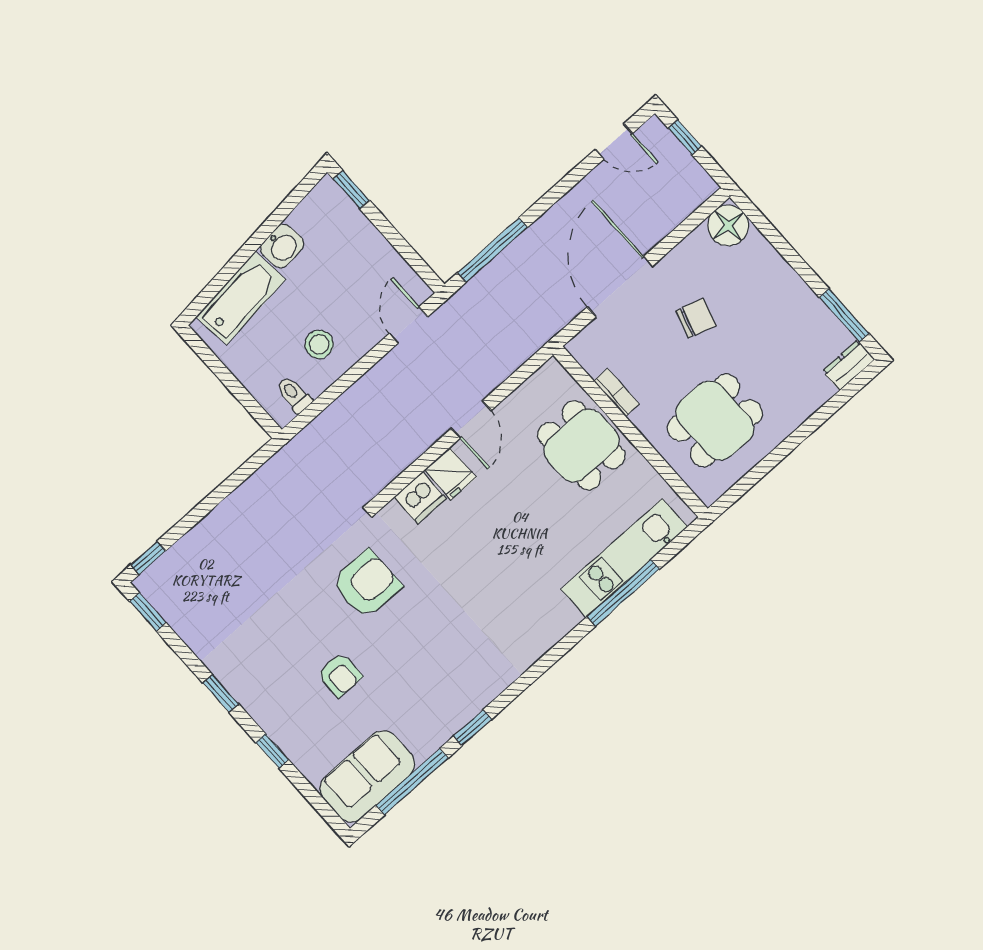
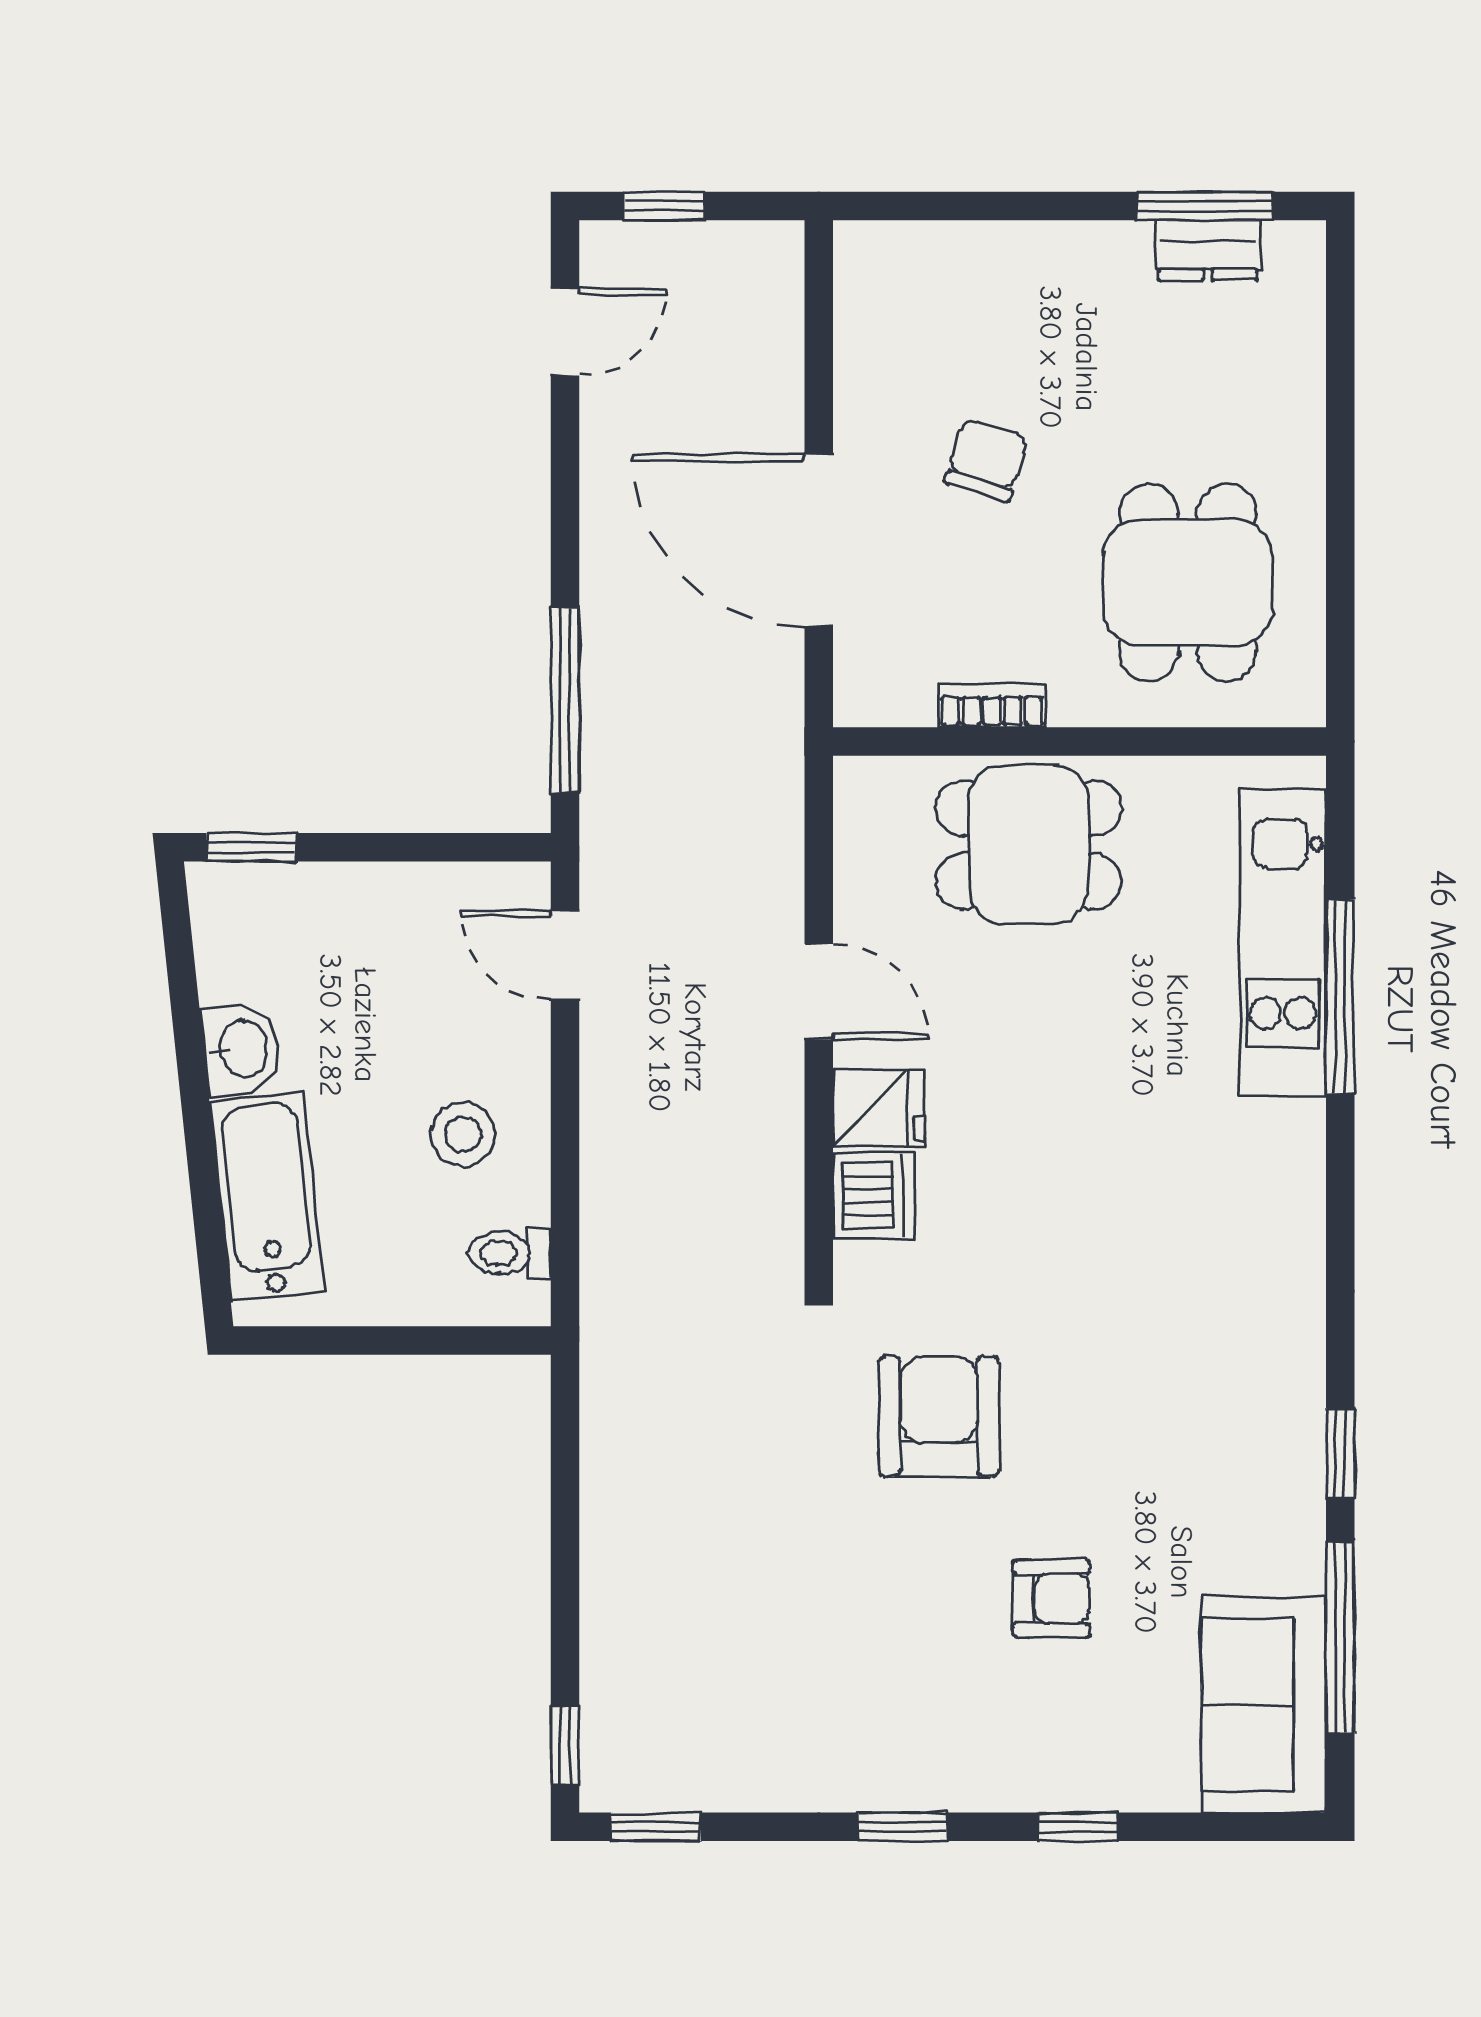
floor lamp: (728, 226) -> (879, 266), removed
dresser: (849, 365) -> (1208, 250), moved, turned -90

